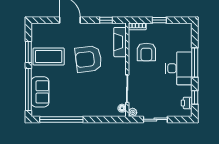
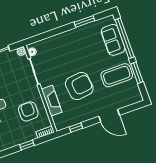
fireplace: (120, 42) -> (52, 101), moved
window: (61, 119) -> (84, 21), width x0.47

